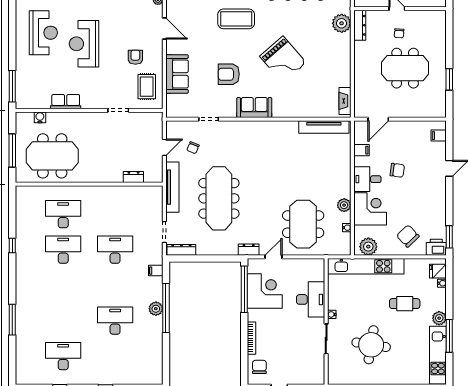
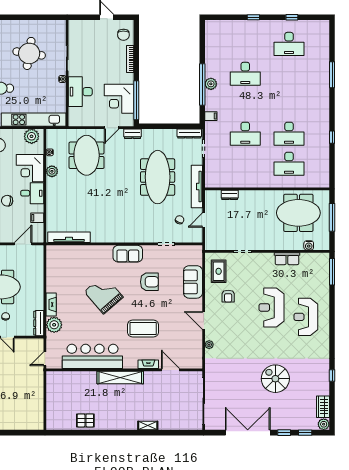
reception desk: (84, 44) -> (271, 307), turned 180
fireplace: (345, 101) -> (51, 304), moved

